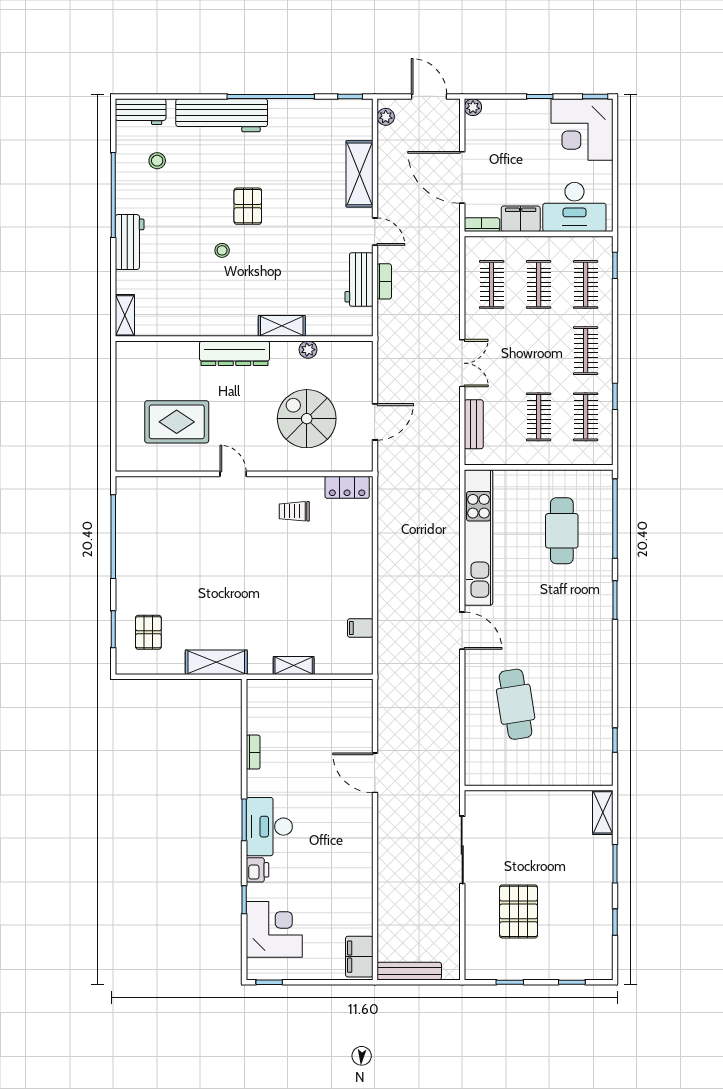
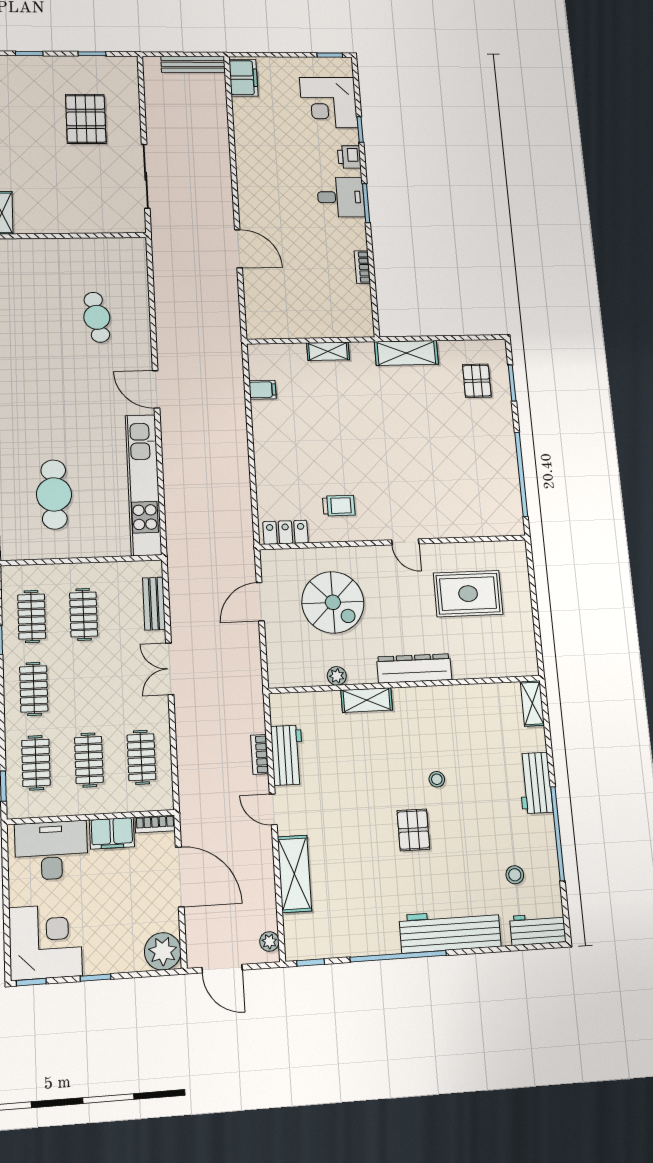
plant: (473, 107) -> (163, 951), width x1.88, depth x1.88
cafe table: (516, 704) -> (97, 317), width x0.73, depth x0.74
desk: (269, 827) -> (341, 197), width x0.73

